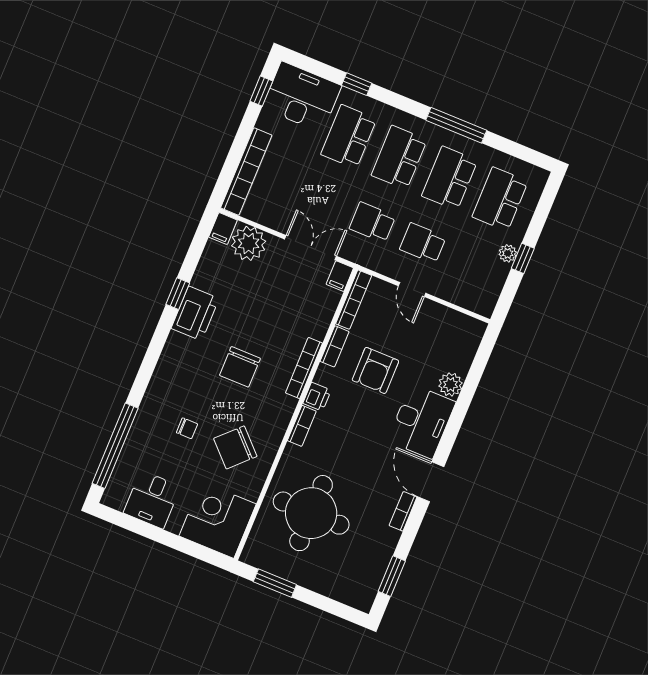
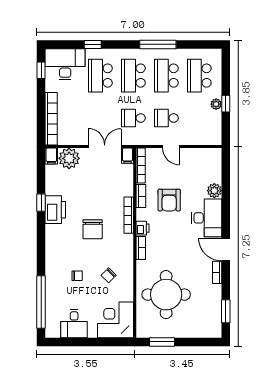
chair: (235, 447) -> (109, 275), width x0.54, depth x0.54

